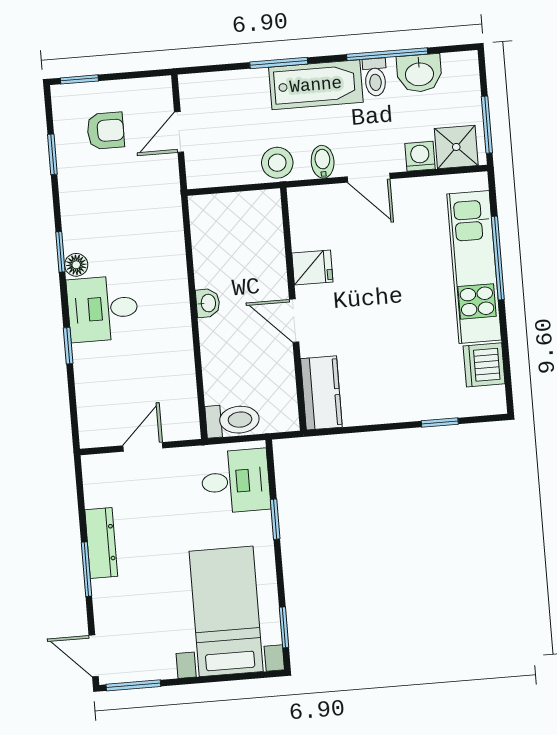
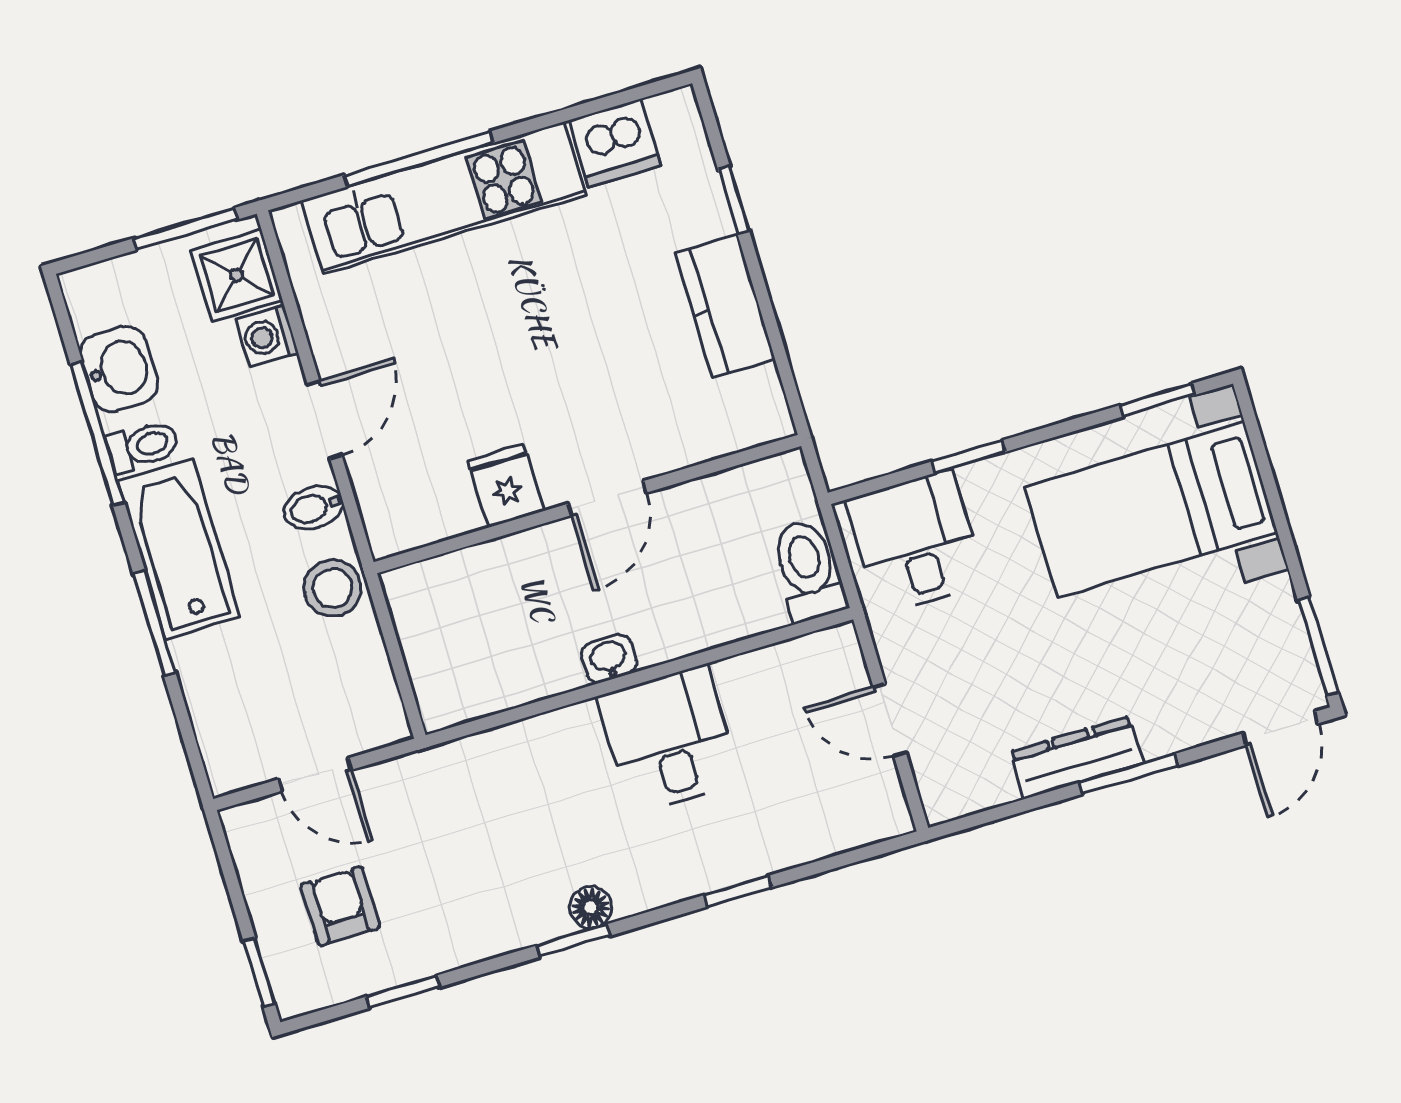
desk: (103, 309) -> (669, 740), moved, turned 180
kitchen counter: (321, 393) -> (725, 306), moved, turned -90

